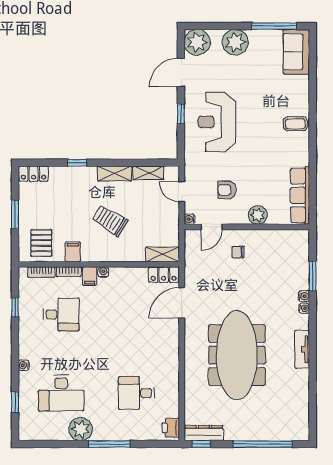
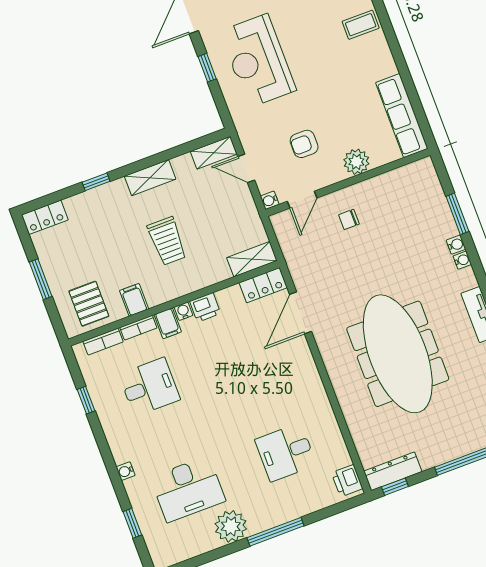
shelving: (148, 173) -> (214, 153), moved
trolley: (110, 221) -> (167, 241), turned -122
printer: (119, 275) -> (205, 307), added

